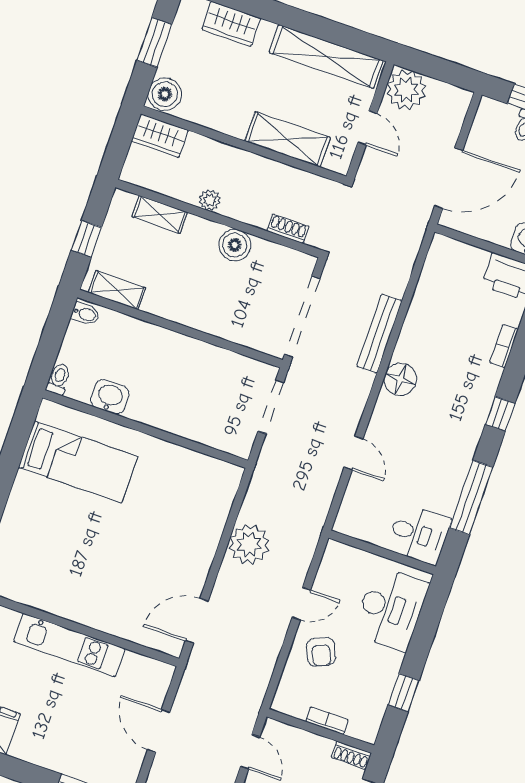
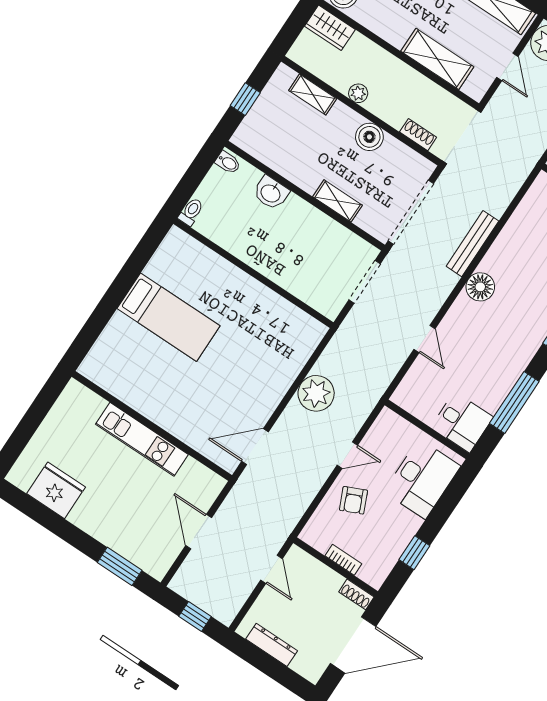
shelving: (117, 290) -> (338, 201), moved
washbasin: (110, 397) -> (271, 193), moved, turned 180
bed: (78, 462) -> (169, 317), moved

